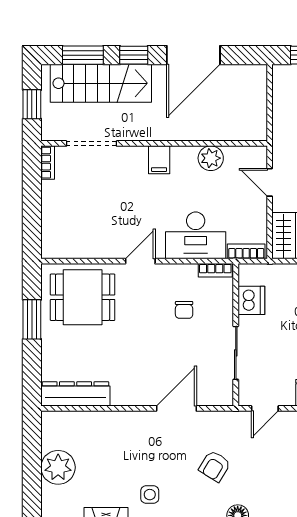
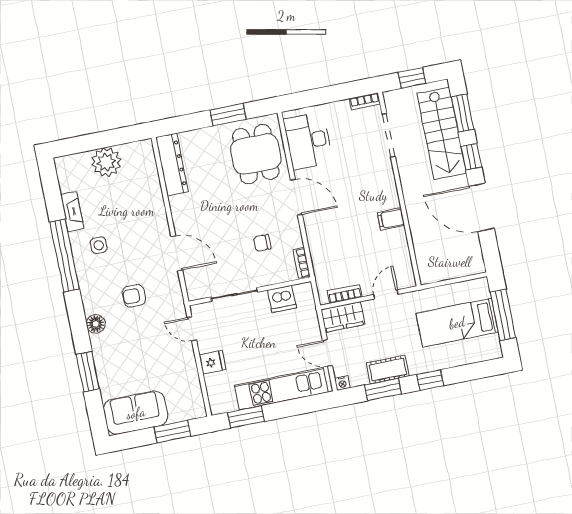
plant: (211, 158) -> (396, 240), removed
filing cabinet: (159, 160) -> (391, 219), moved
desk: (196, 235) -> (308, 141), moved
bookcase: (246, 251) -> (345, 294), moved, turned -90
door: (140, 261) -> (296, 197), width x1.38
armchair: (215, 466) -> (134, 296), turned -32

